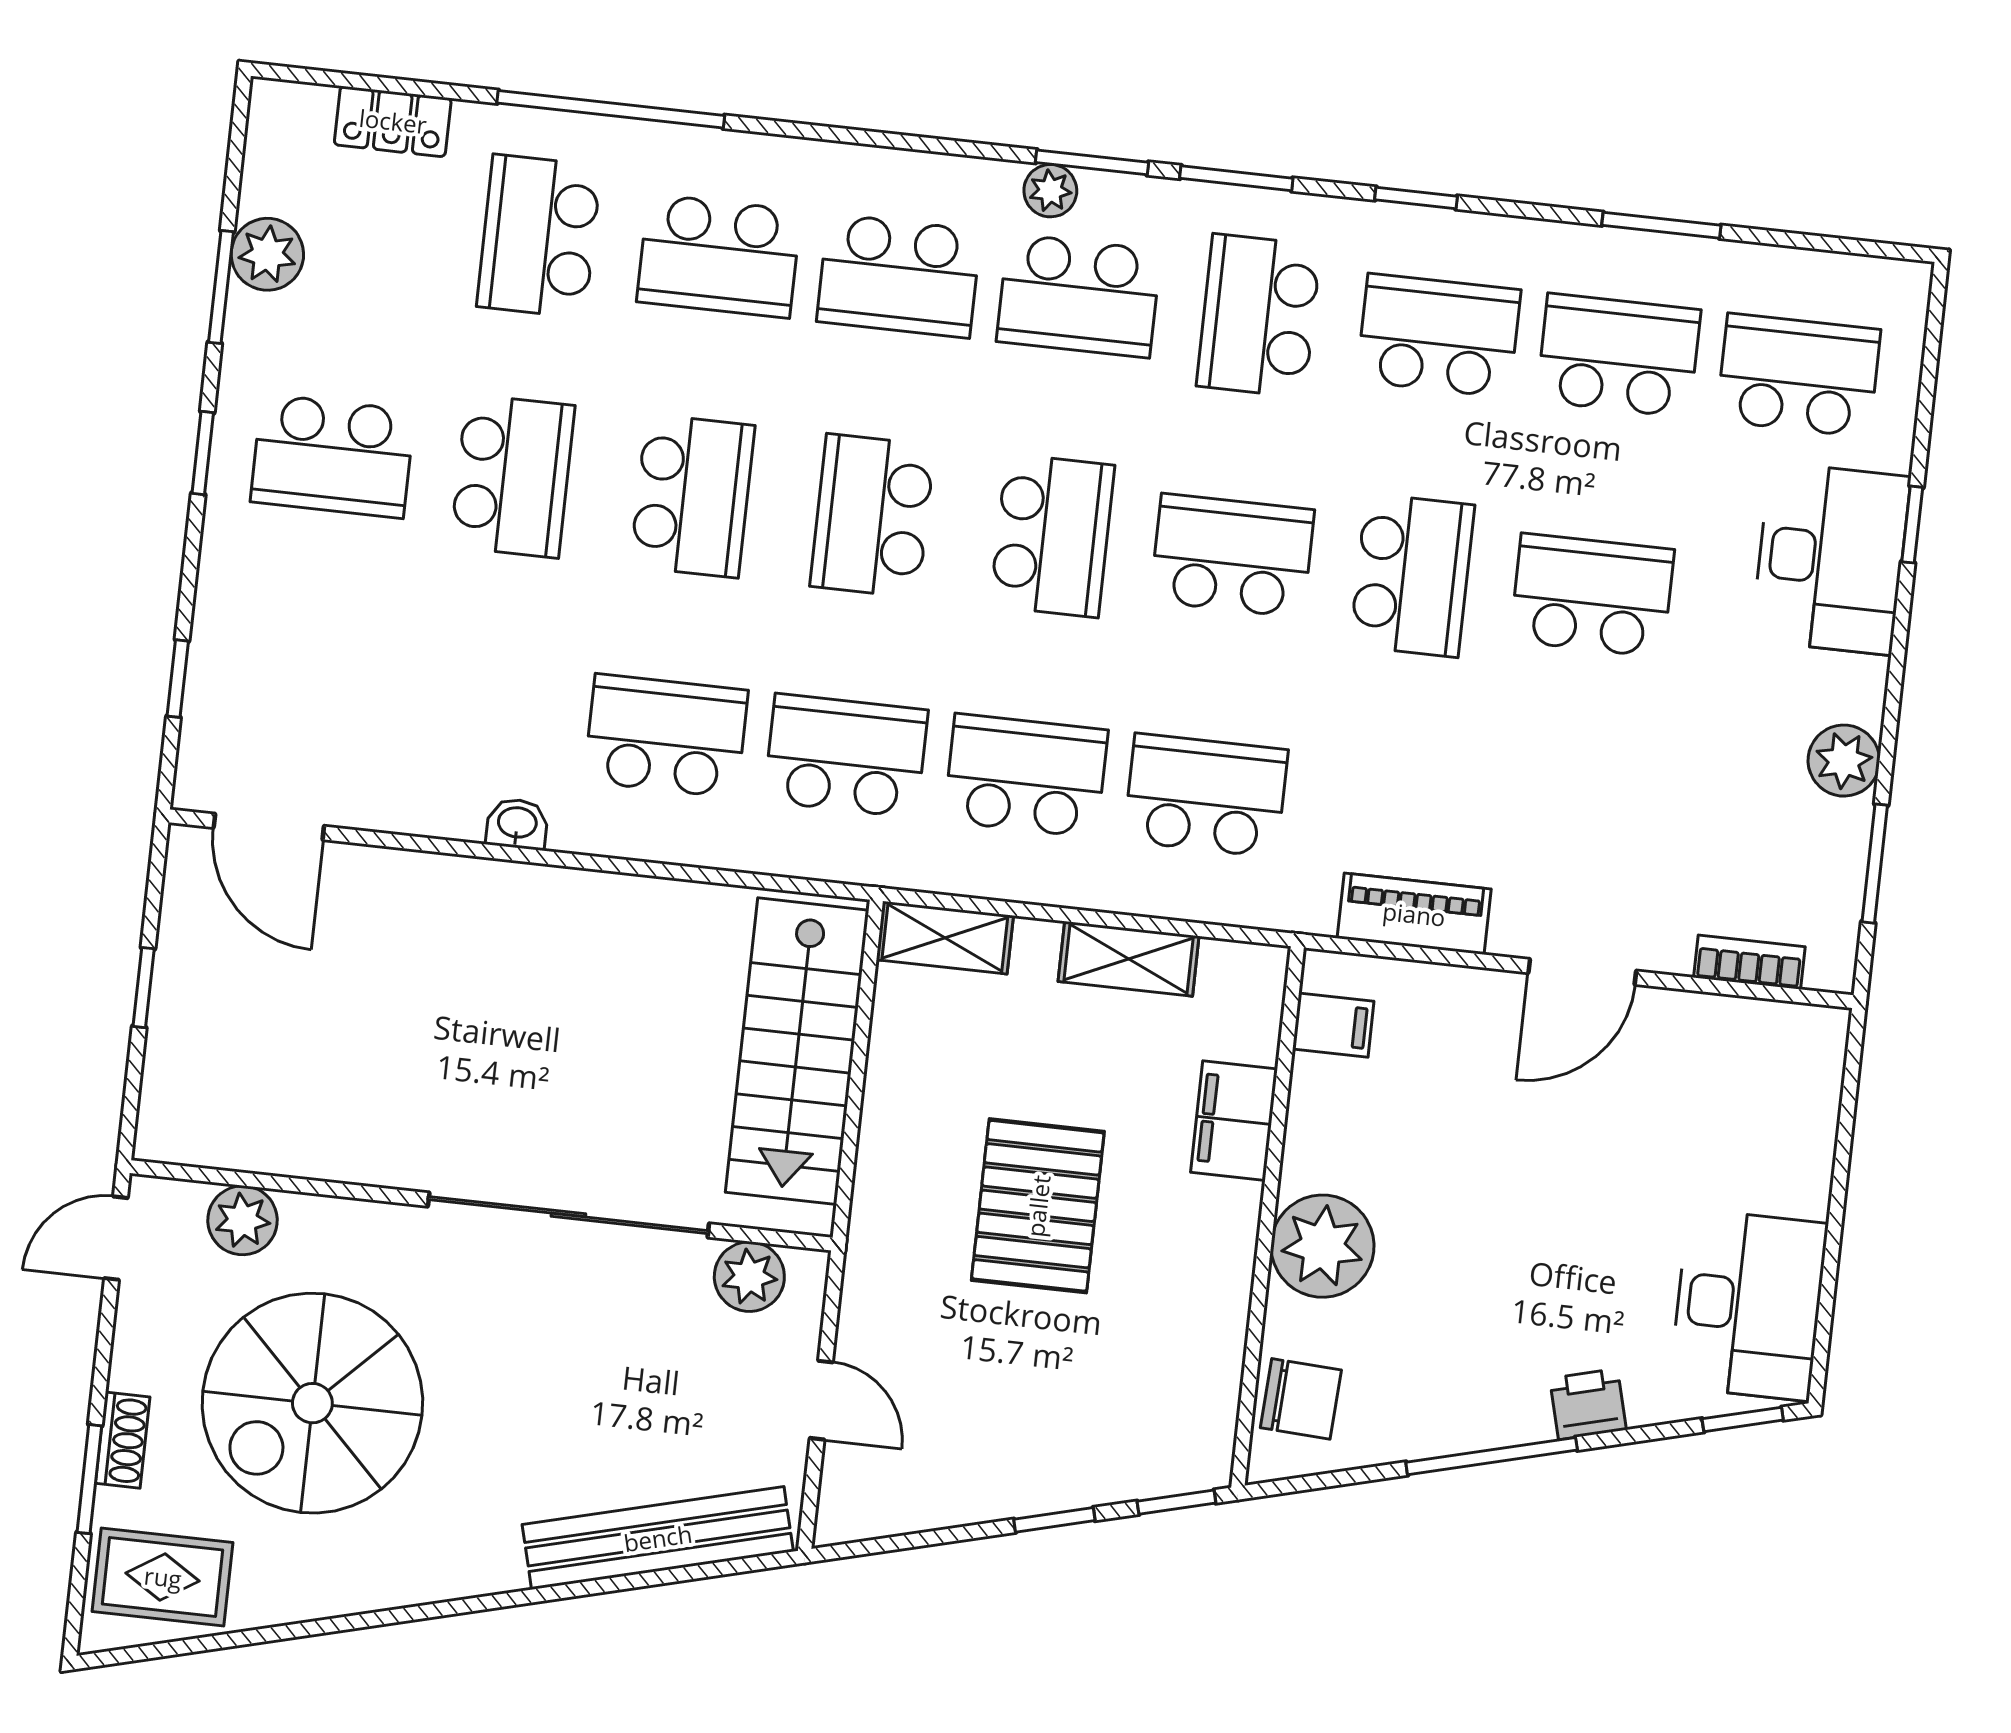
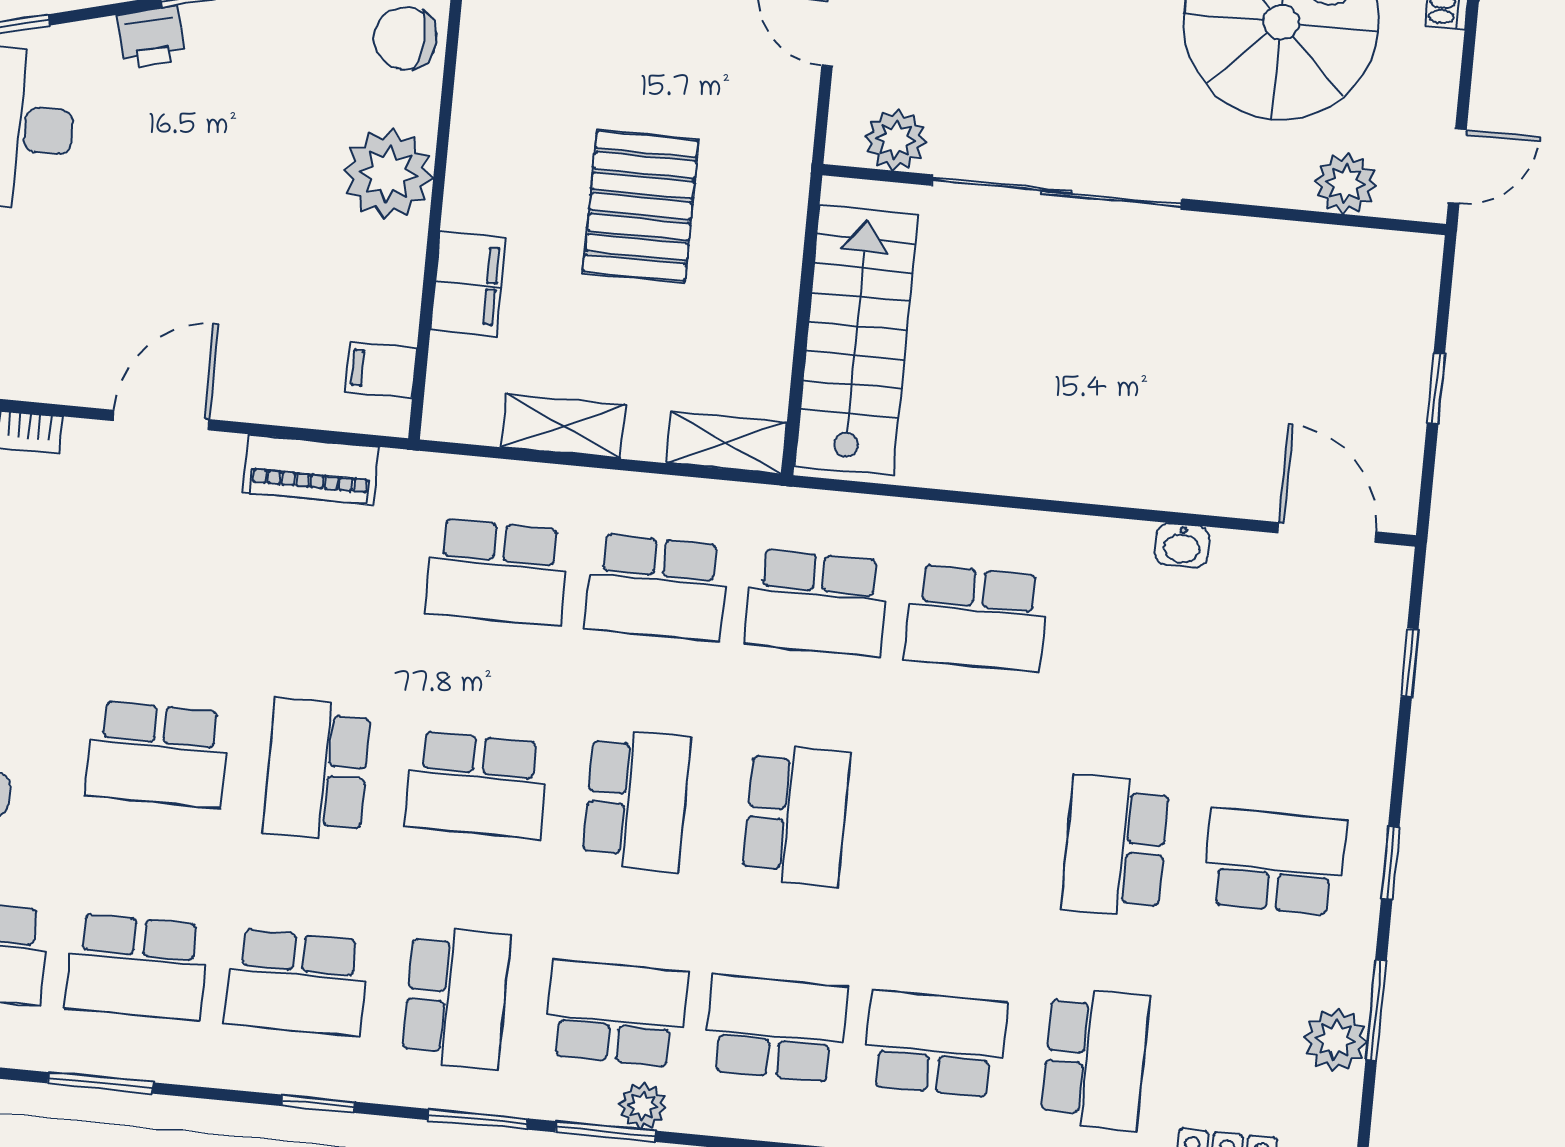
school desk: (692, 496) -> (956, 831), removed
school desk: (1052, 536) -> (636, 800), turned 180
washbasin: (517, 824) -> (1182, 545), moved

